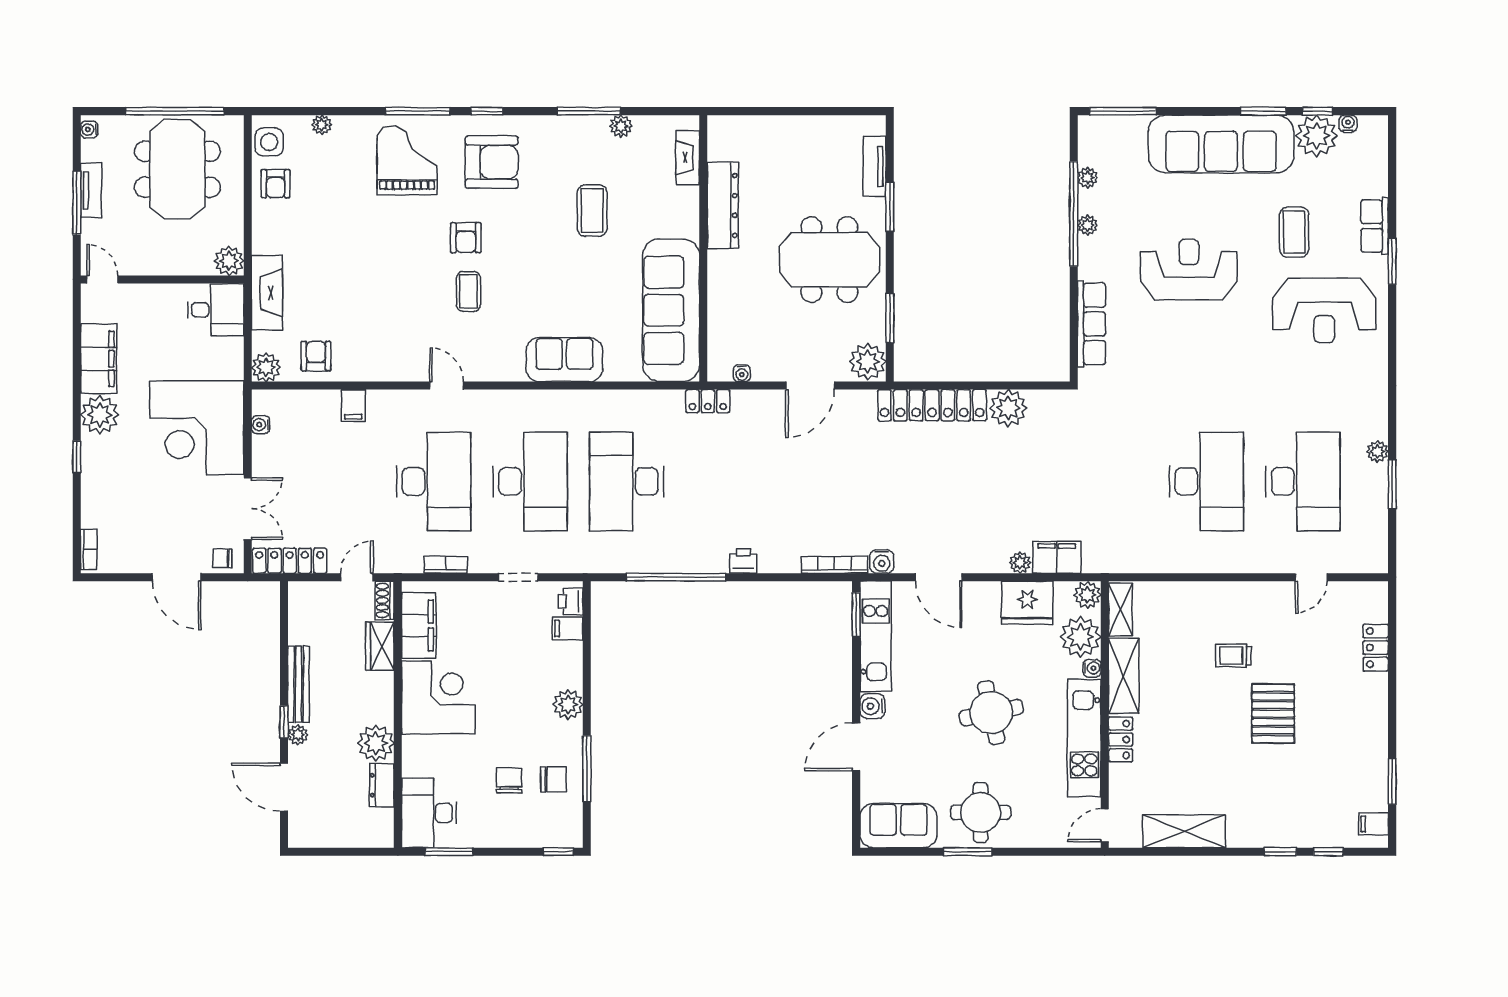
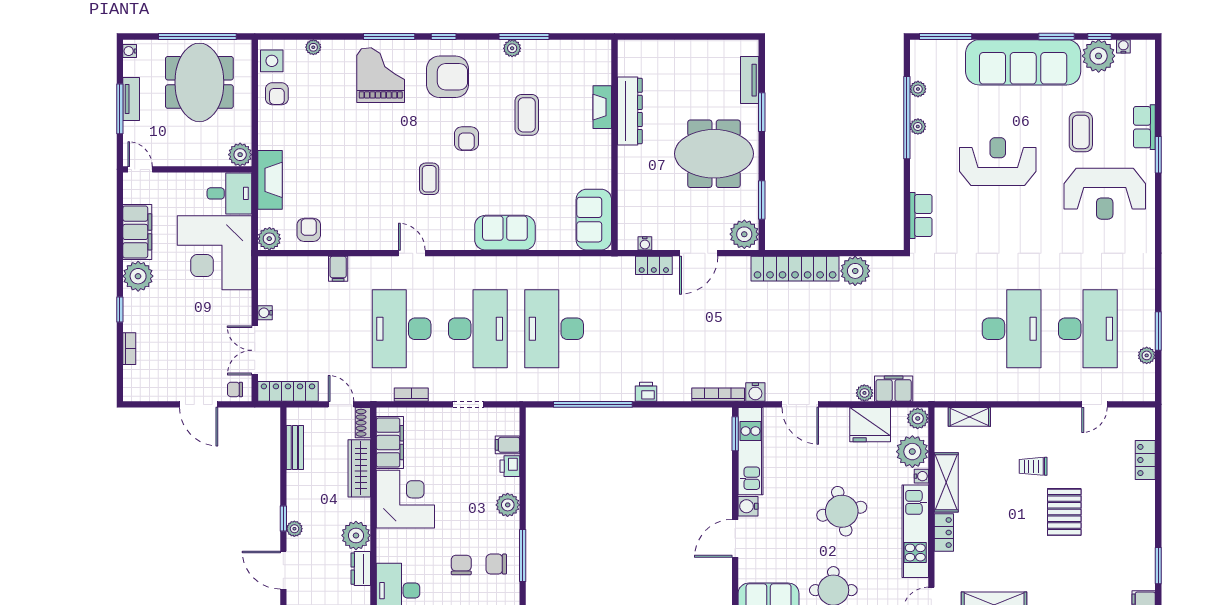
plant: (621, 126) -> (512, 48), moved
fireplace: (688, 158) -> (602, 107), moved
armchair: (466, 238) -> (466, 139), moved
sofa: (671, 310) -> (594, 220), width x0.54, depth x0.79
row of seats: (1091, 324) -> (921, 215), width x0.68
locker: (708, 401) -> (654, 265), moved
water cooler: (261, 425) -> (265, 313), moved
corner desk: (197, 428) -> (215, 253), moved
plant: (1377, 452) -> (1147, 355), moved
desk: (434, 481) -> (402, 329), turned 180
double door: (248, 509) -> (255, 350), swing flipped
bookcase: (89, 549) -> (129, 349), moved
door: (357, 577) -> (341, 404), hinge flipped
printer: (571, 601) -> (510, 466), moved
shelving: (1121, 610) -> (969, 417), moved, turned 90
wardrobe: (380, 646) -> (359, 468), width x1.50
bench: (299, 684) -> (295, 448), moved, width x0.73
chair: (554, 779) -> (496, 564), turned 180

